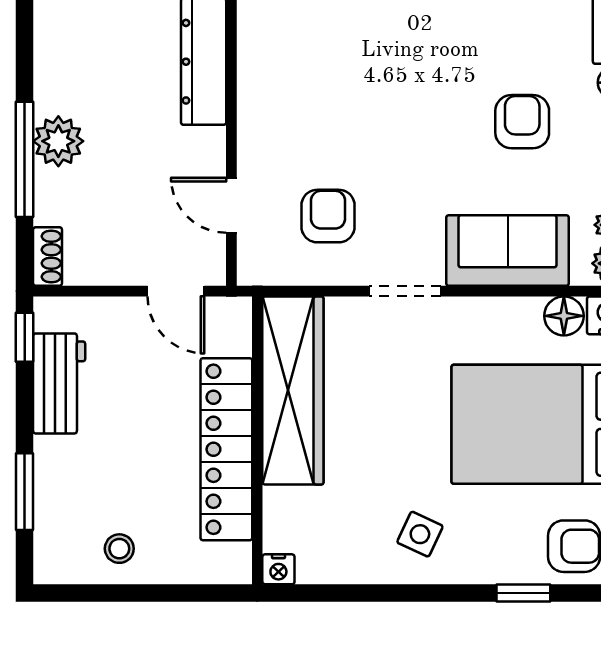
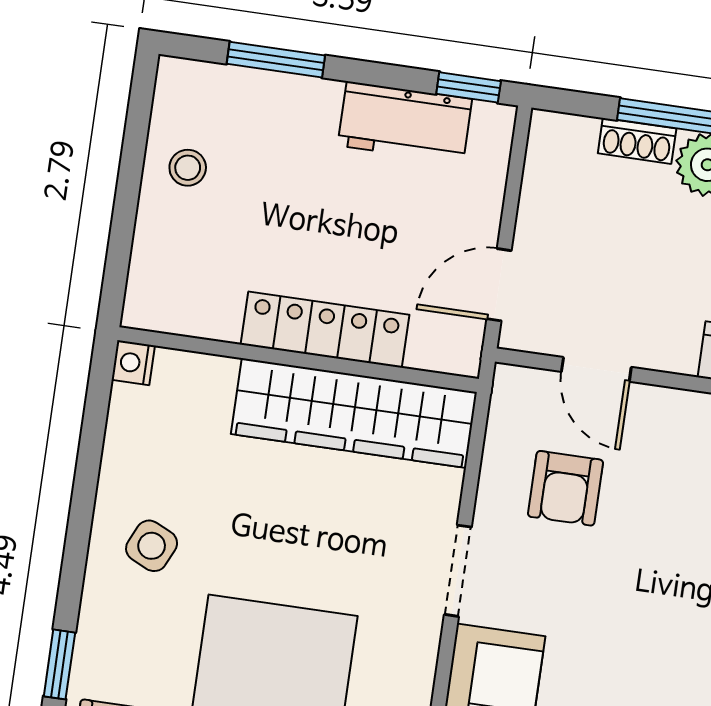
door: (231, 205) -> (596, 369), swing flipped
armchair: (328, 216) -> (565, 488), turned 90
shoe rack: (48, 256) -> (637, 141), moved
locker: (226, 449) -> (325, 330), width x0.71, depth x0.83

